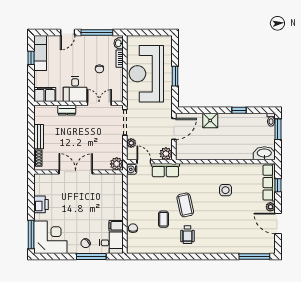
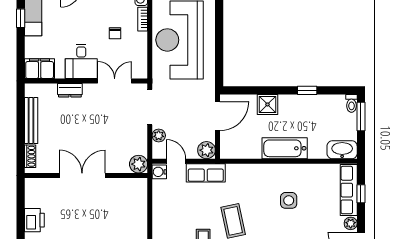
window: (175, 76) -> (219, 43), removed
bench: (39, 137) -> (31, 120), width x1.36
bathtub: (223, 152) -> (285, 148), added

